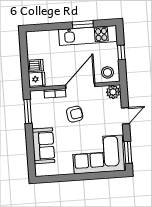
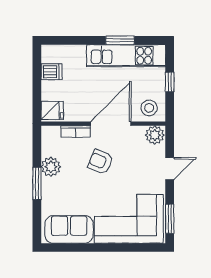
dishwasher: (35, 66) -> (52, 72), moved
window: (28, 111) -> (37, 183), moved
armchair: (75, 114) -> (101, 162), turned -148
plant: (39, 120) -> (51, 167), added
sofa: (43, 146) -> (69, 229), moved, turned -90

